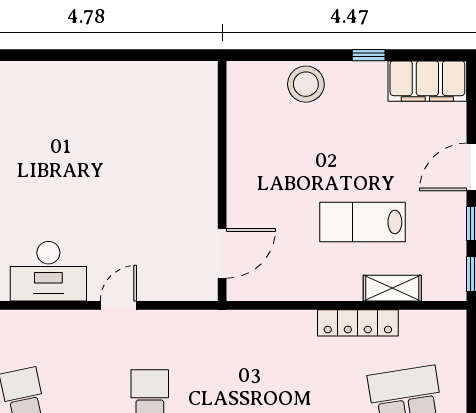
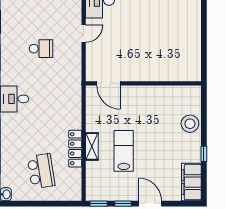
shelving: (392, 288) -> (92, 146), moved
door: (118, 305) -> (84, 34), hinge flipped

